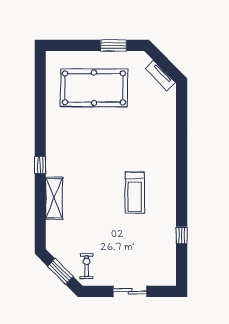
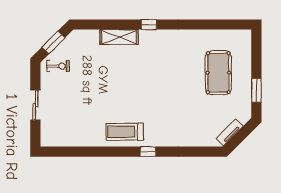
pool table: (94, 88) -> (218, 73), width x0.73, depth x0.76
treadmill: (135, 193) -> (125, 132), moved
window: (182, 235) -> (148, 152), moved

